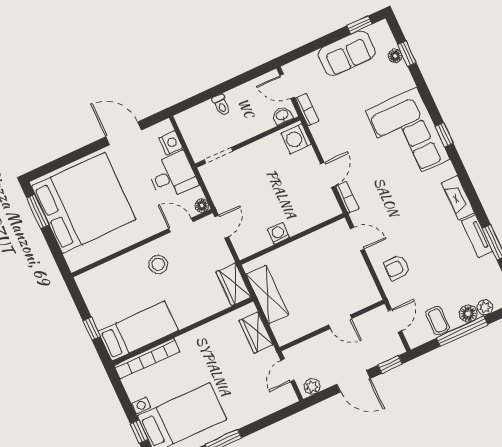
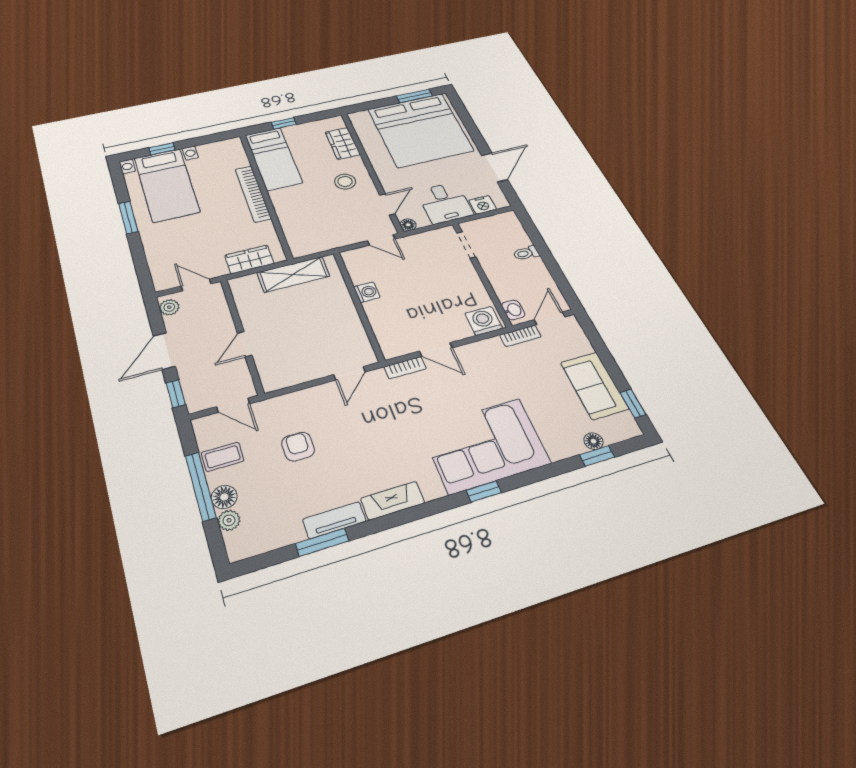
armchair: (397, 268) -> (298, 447), moved
wardrobe: (234, 284) -> (343, 143), moved, turned -90
bookcase: (147, 358) -> (253, 194), moved

